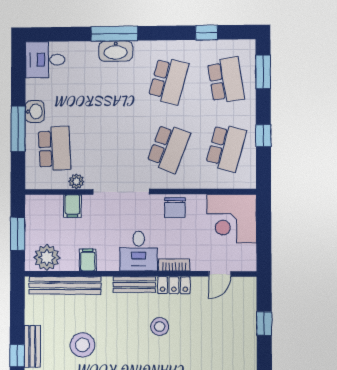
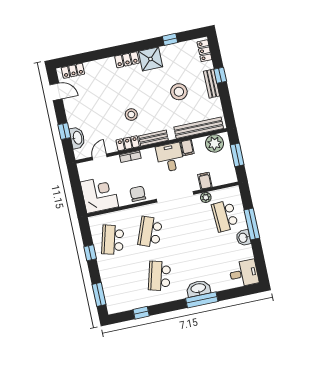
school desk: (226, 80) -> (122, 284), removed
desk: (139, 251) -> (170, 157), moved
washbasin: (247, 309) -> (77, 138), added

